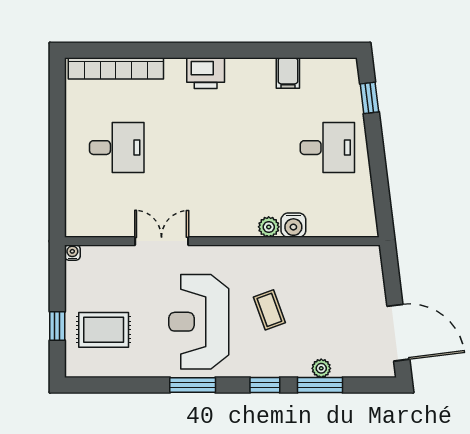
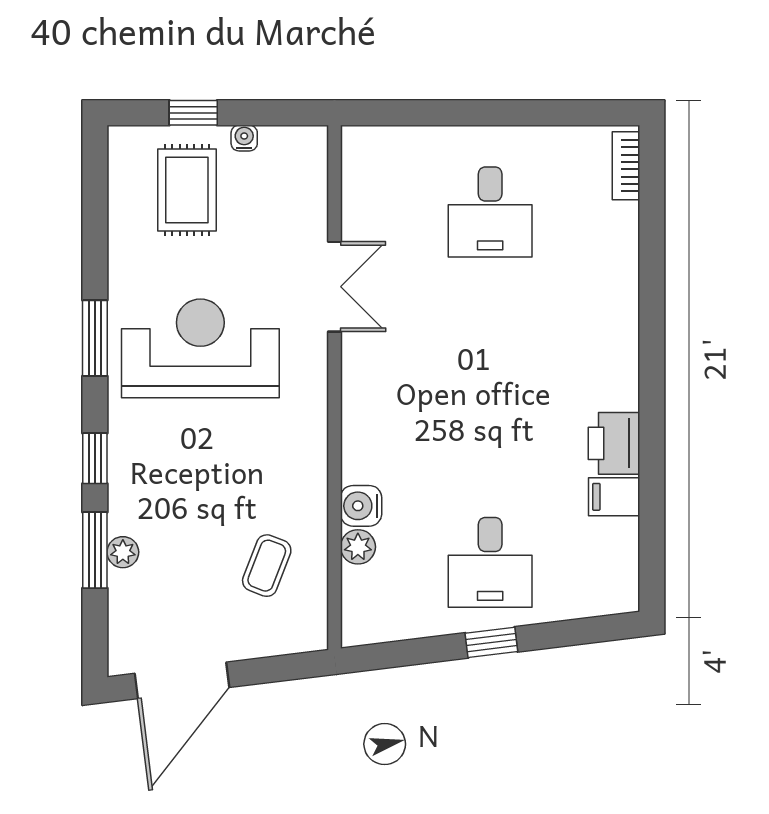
bookcase: (116, 68) -> (626, 166), width x0.43, depth x0.76
printer: (206, 73) -> (614, 443), moved
window: (369, 98) -> (491, 642), moved
plant: (269, 227) -> (358, 547), moved
water cooler: (72, 253) -> (244, 138), moved, turned -90
coffee table: (269, 310) -> (267, 566), moved, turned -49

